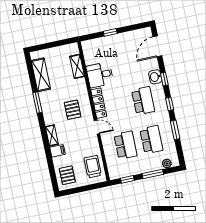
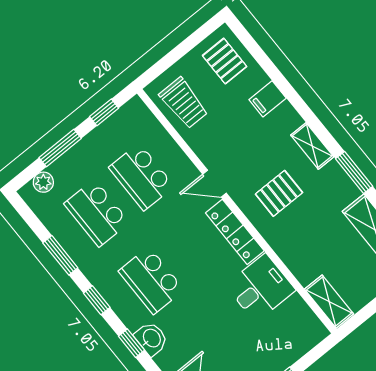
shelving: (77, 66) -> (329, 302), moved
pallet: (73, 110) -> (279, 193), turned 90
shelving: (52, 135) -> (312, 146), moved

